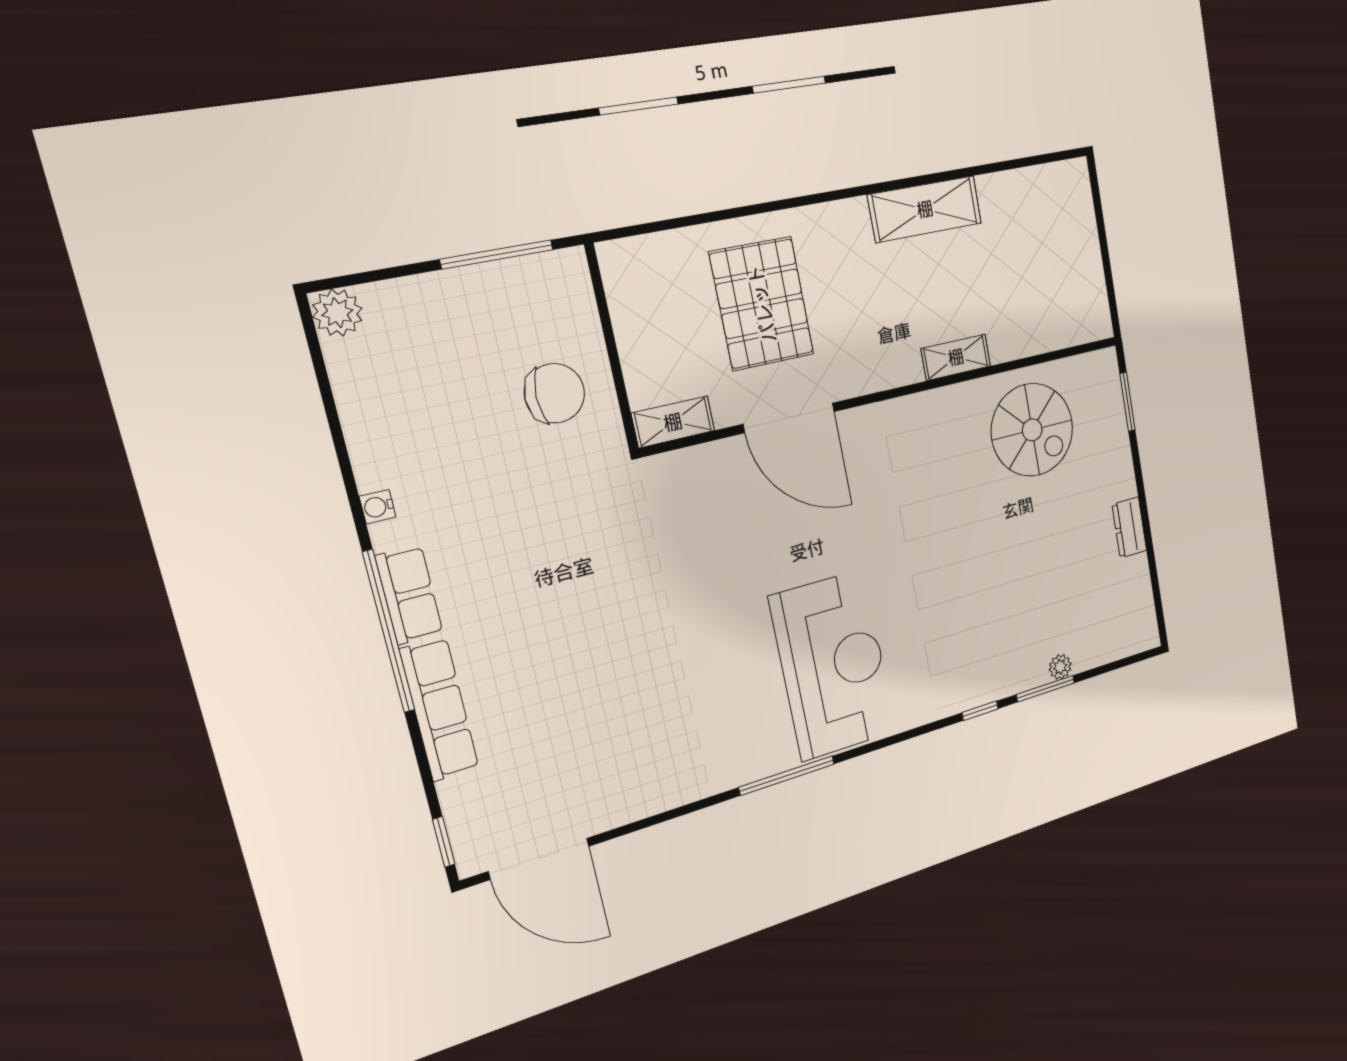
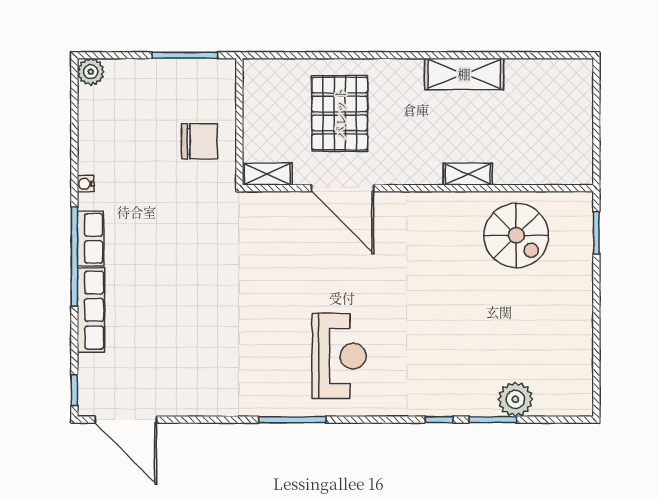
dresser: (1129, 527) -> (582, 323), removed
reception desk: (833, 665) -> (339, 356), width x0.74, depth x0.77
plant: (1060, 667) -> (515, 399), width x1.87, depth x1.87

